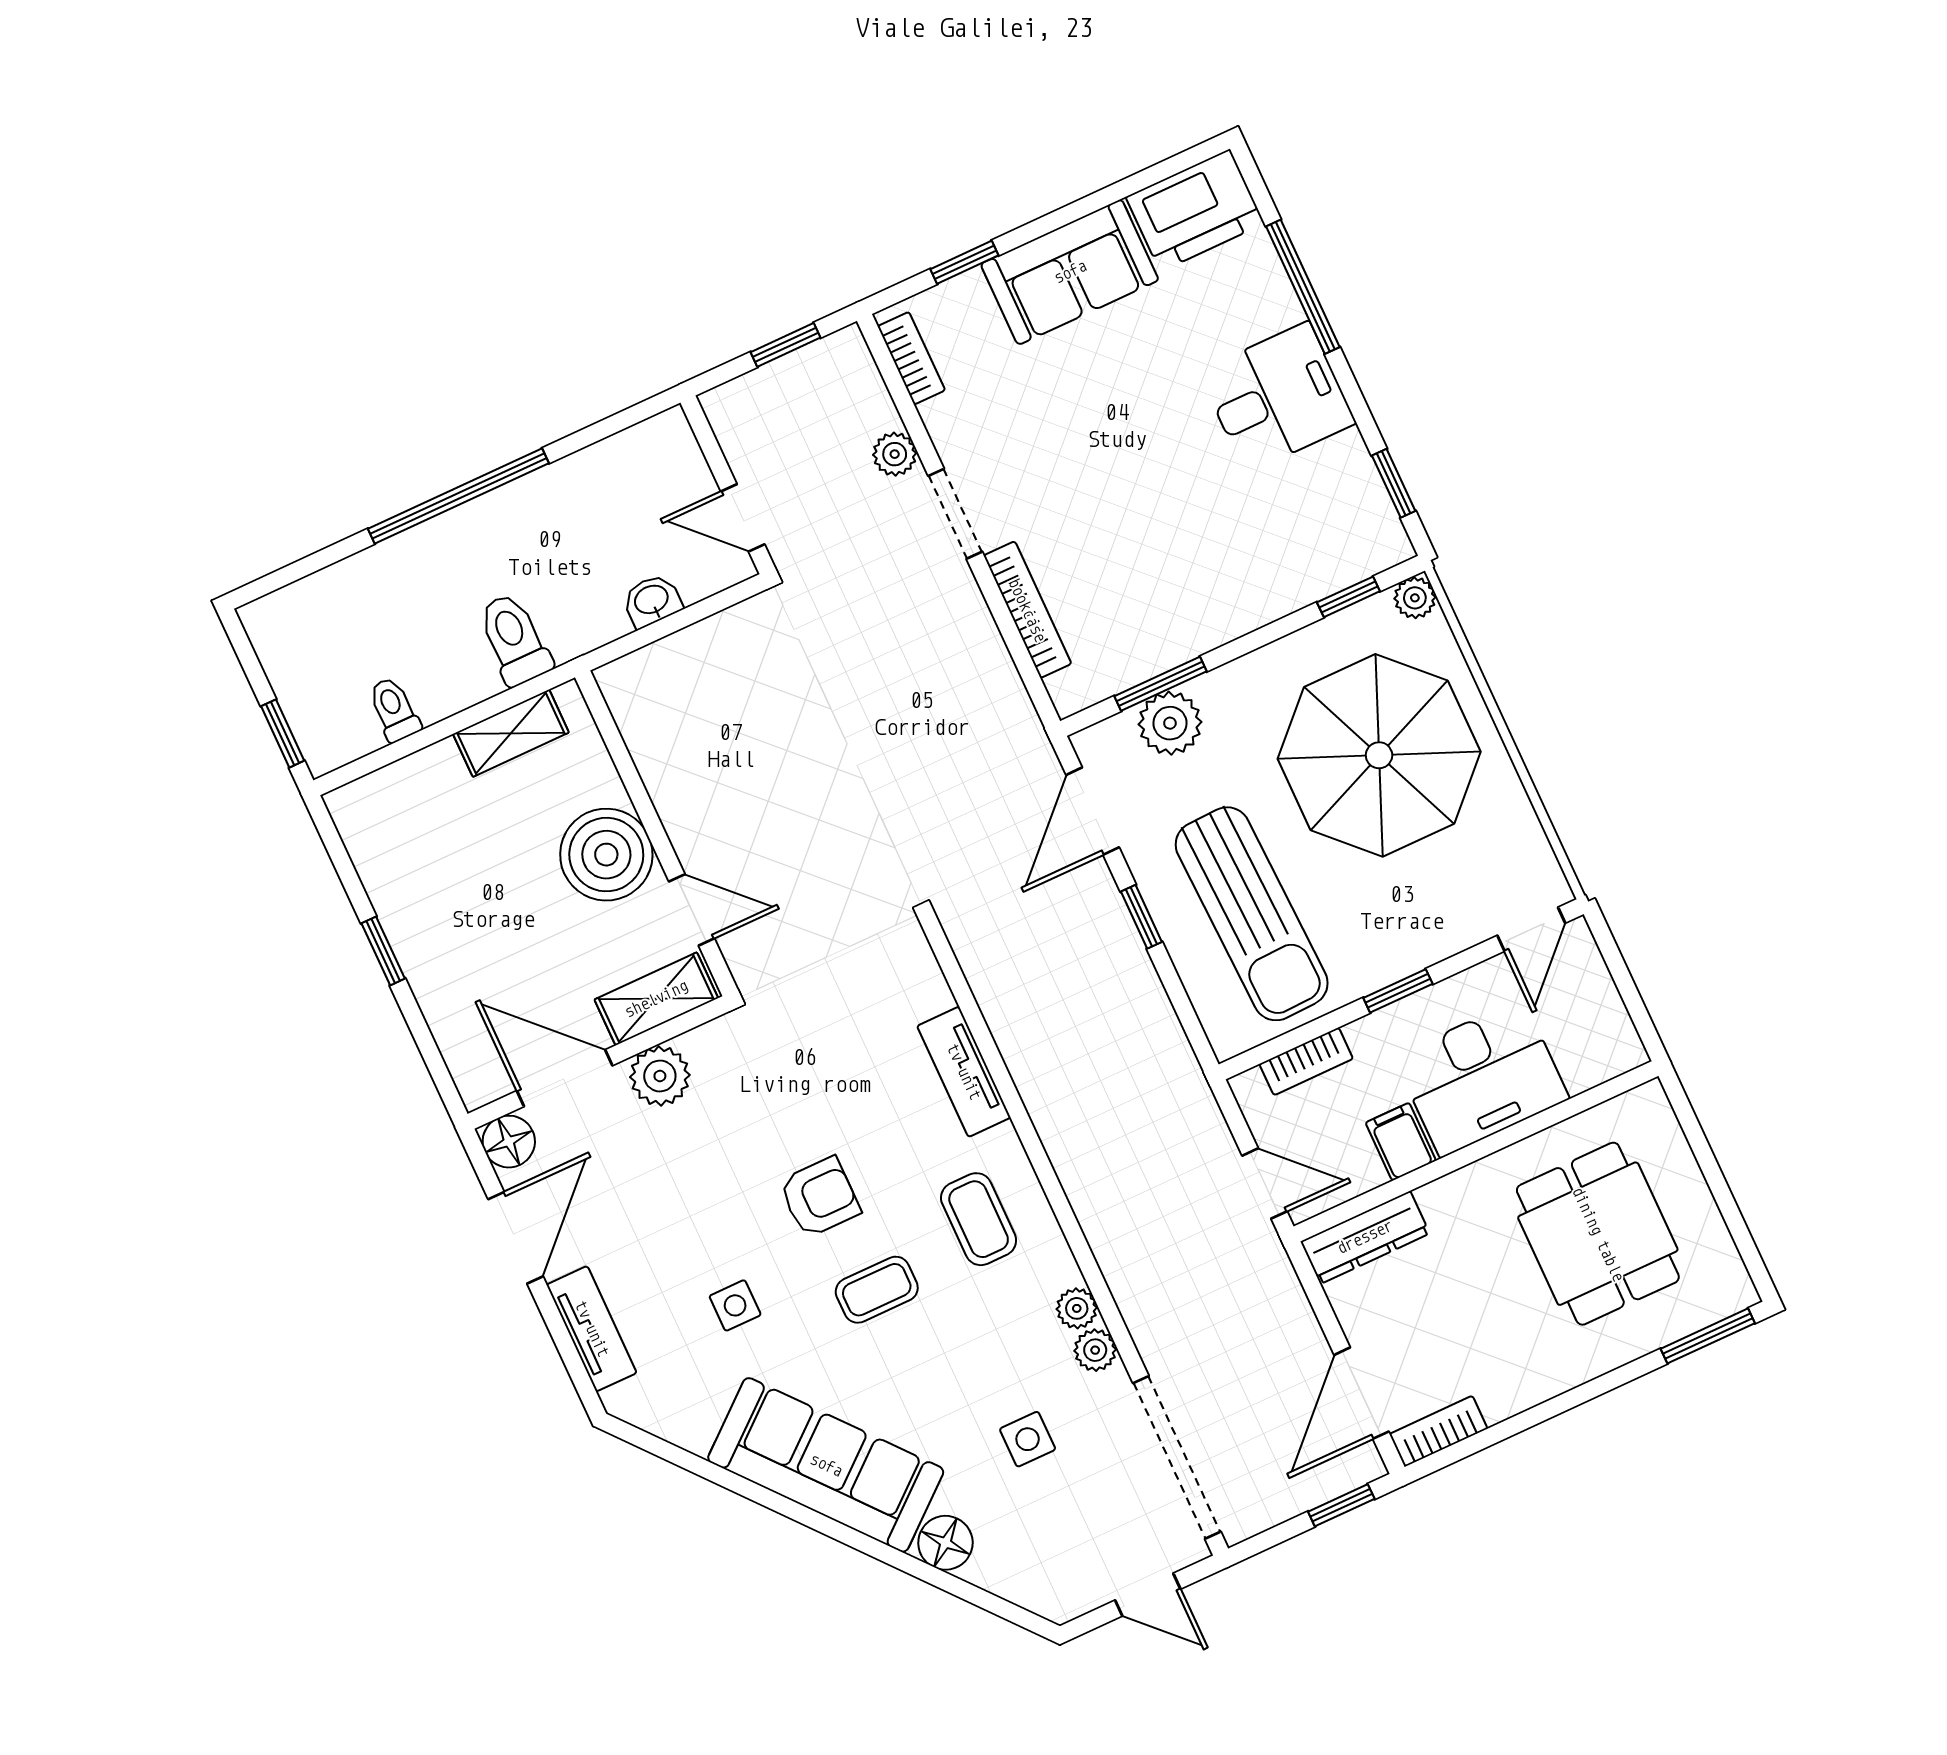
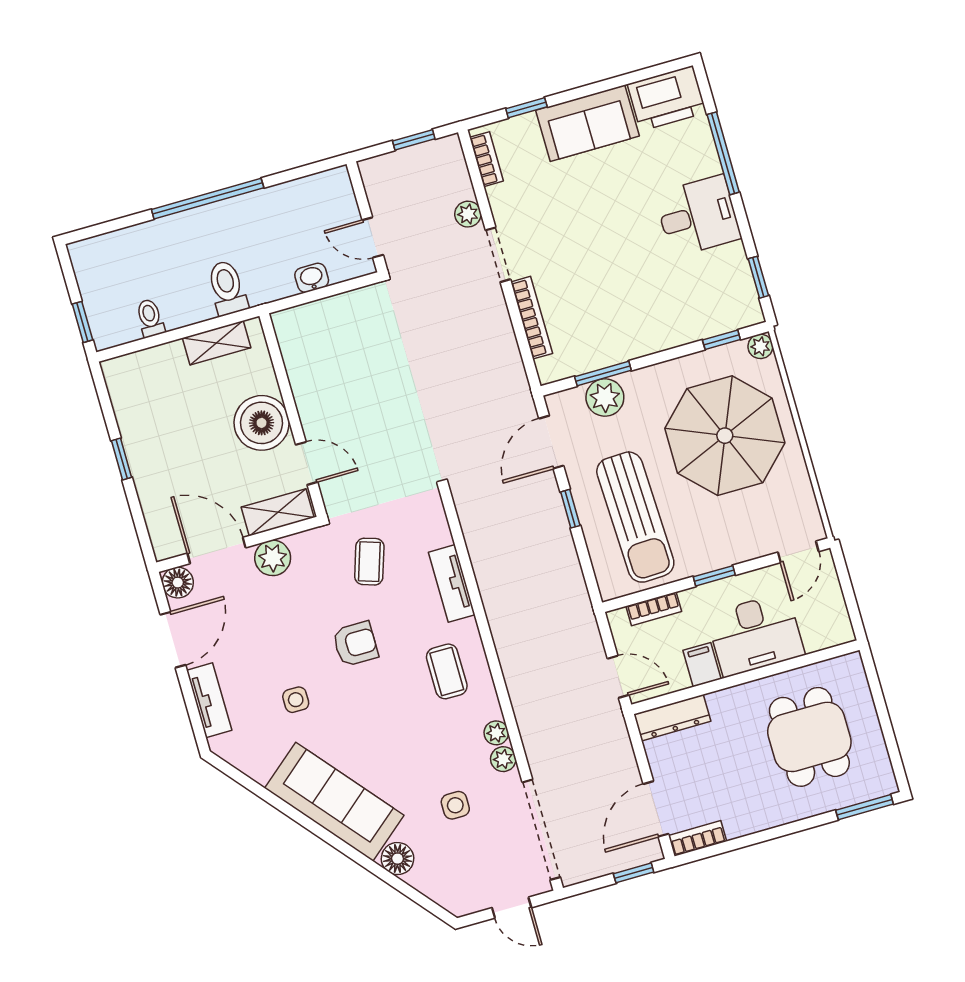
coffee table: (877, 1290) -> (369, 562), moved, turned -72

